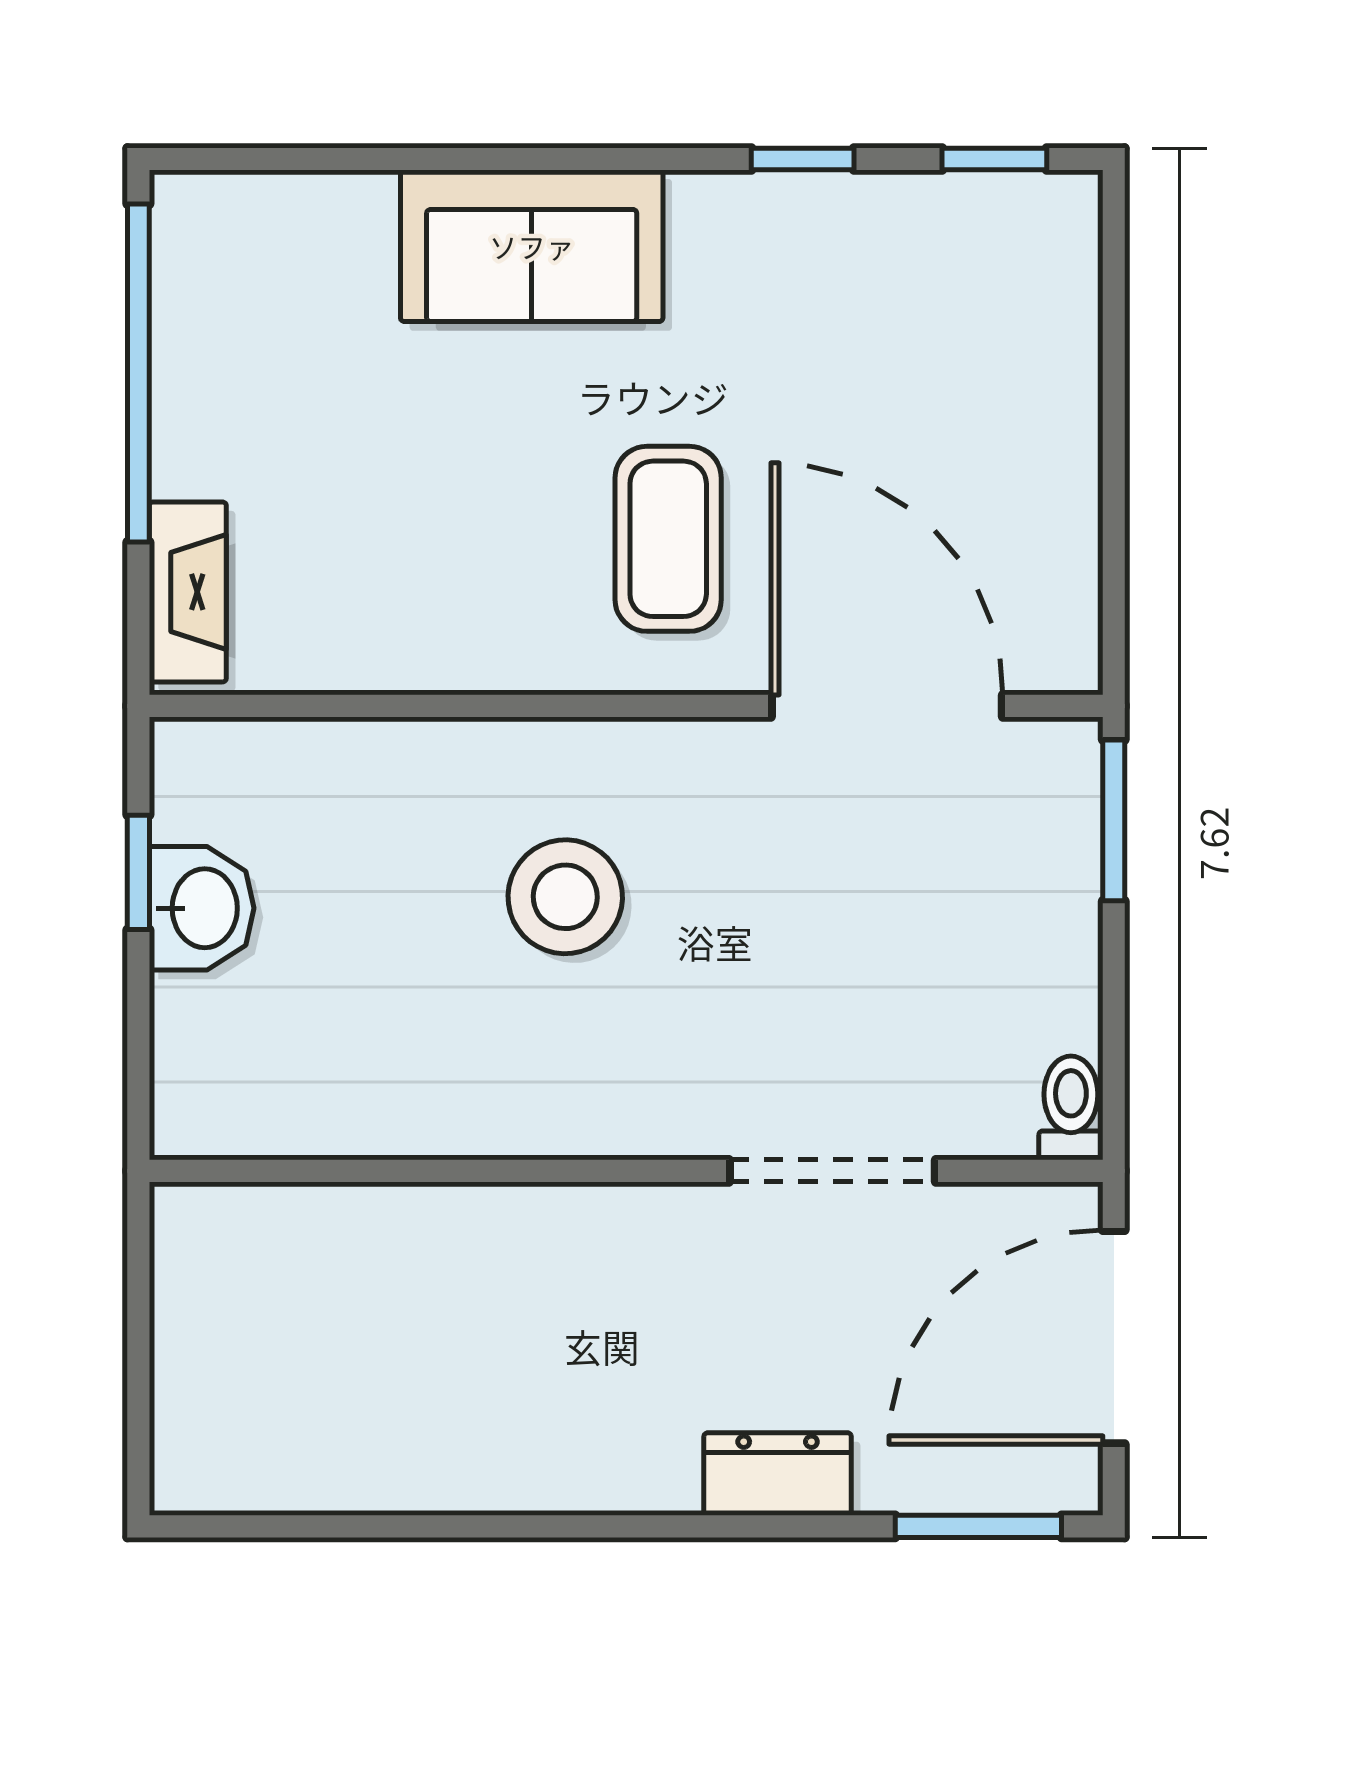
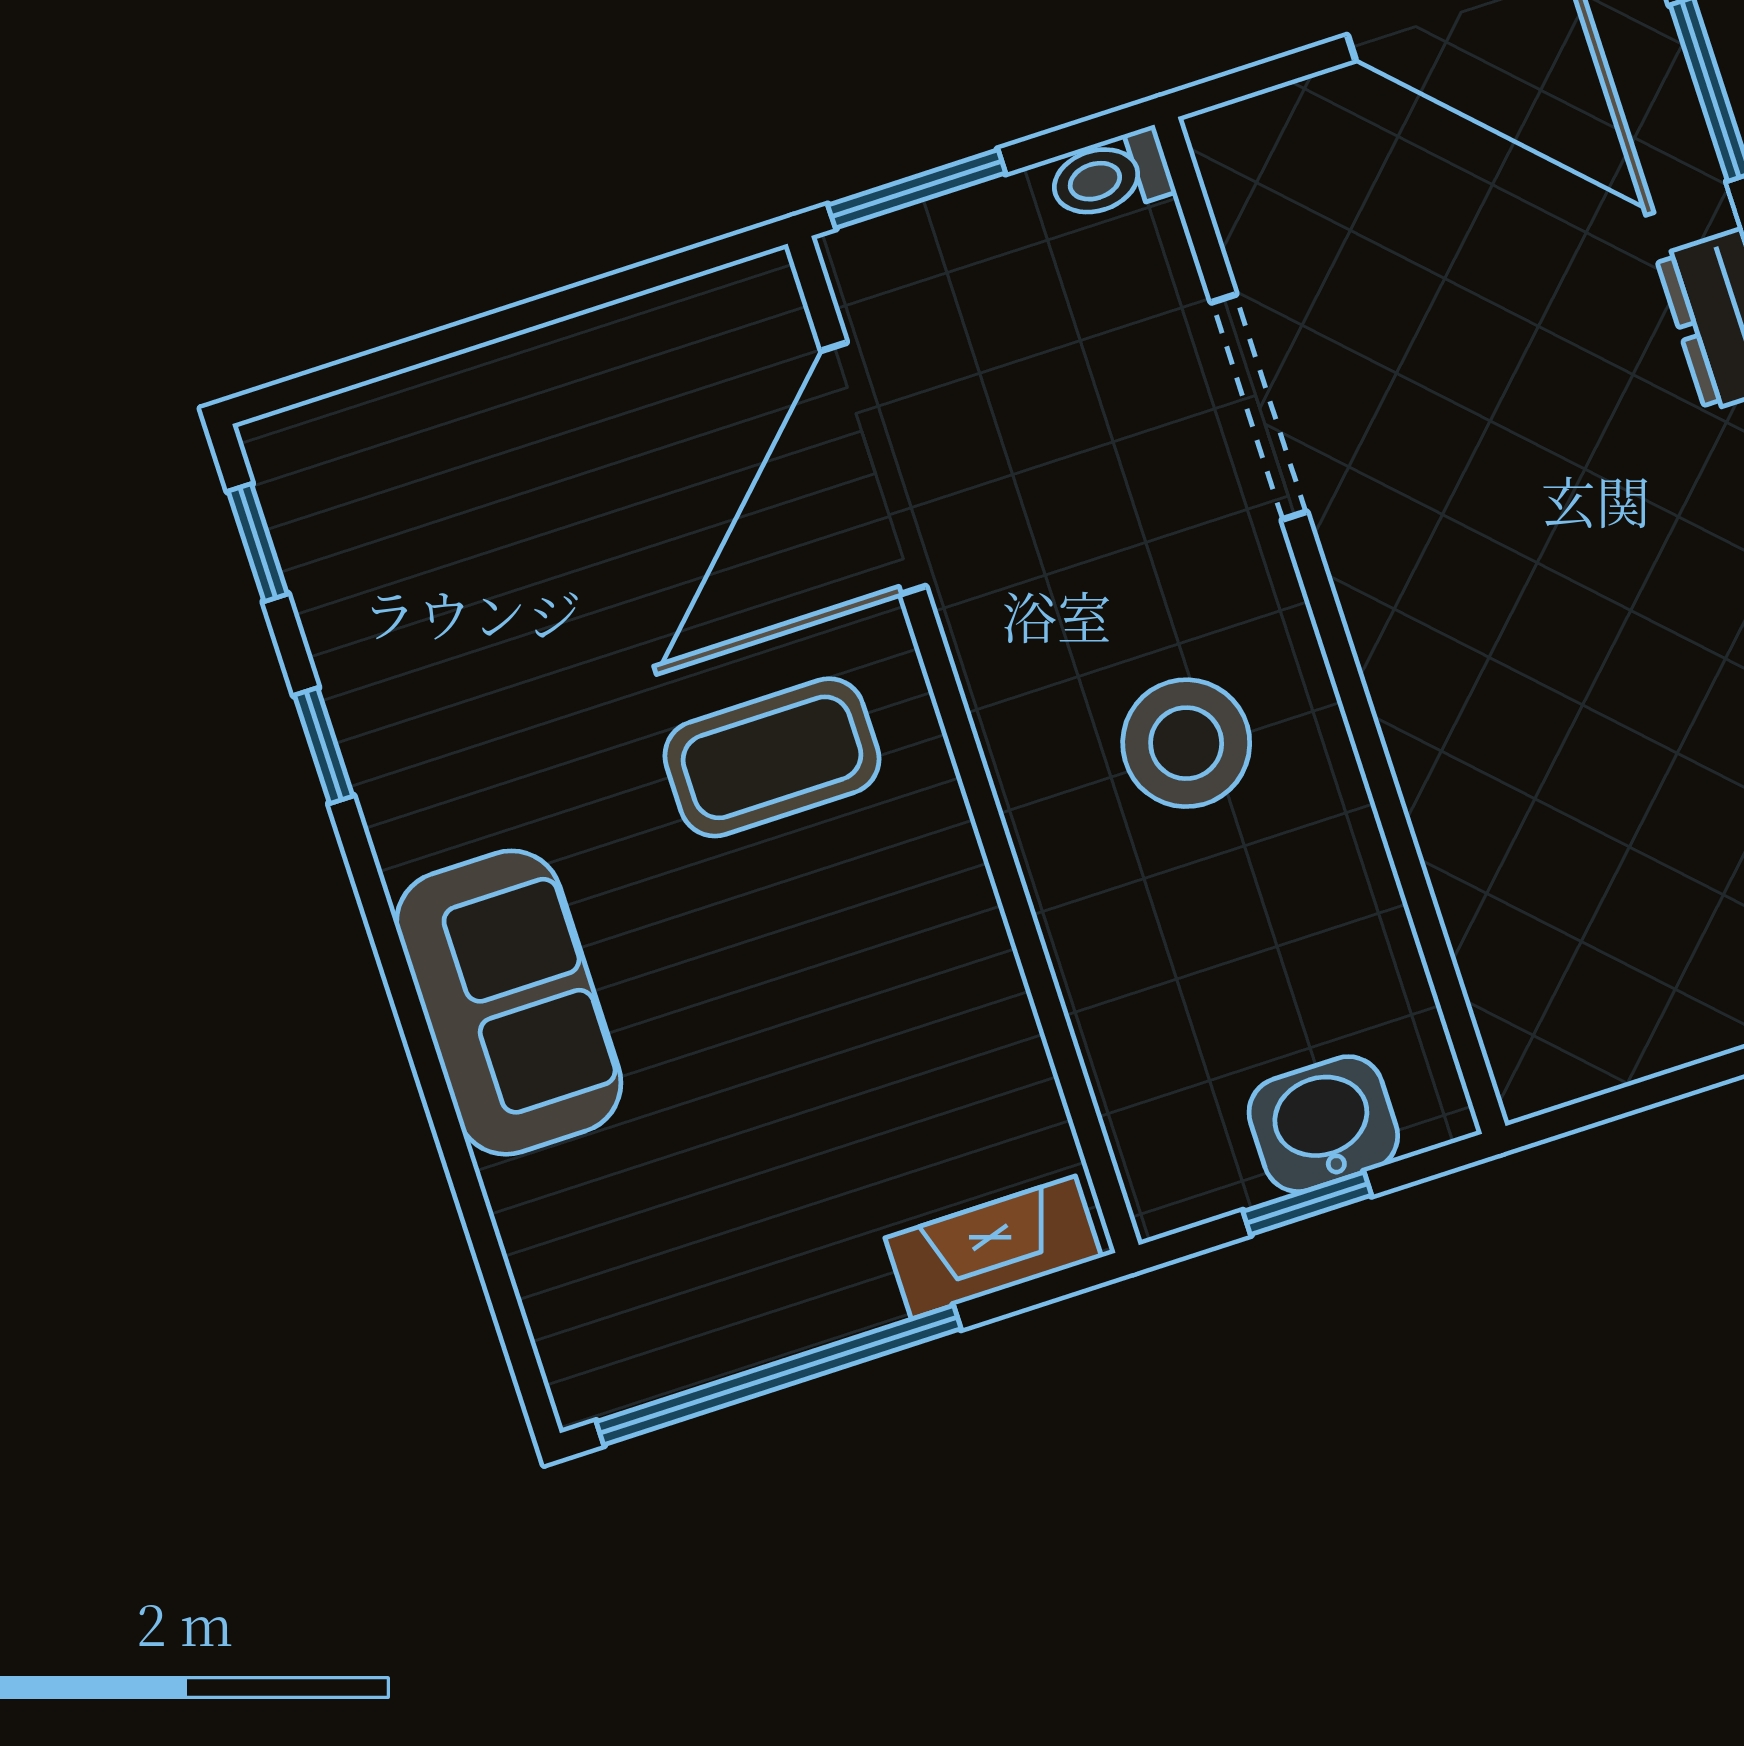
toilet: (1071, 1108) -> (1110, 176), moved
wall: (626, 1171) -> (1330, 625), moved
doorway: (832, 1171) -> (1259, 407), moved

